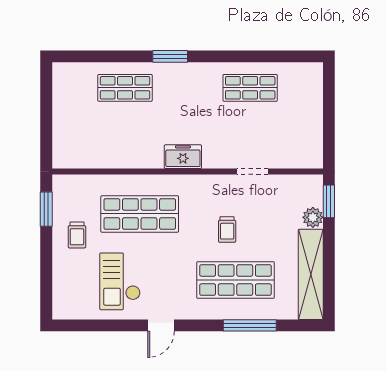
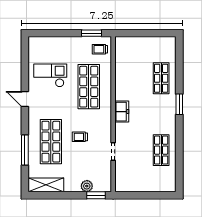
trolley: (77, 235) -> (100, 49), moved
shelving: (311, 274) -> (46, 185), width x0.68

